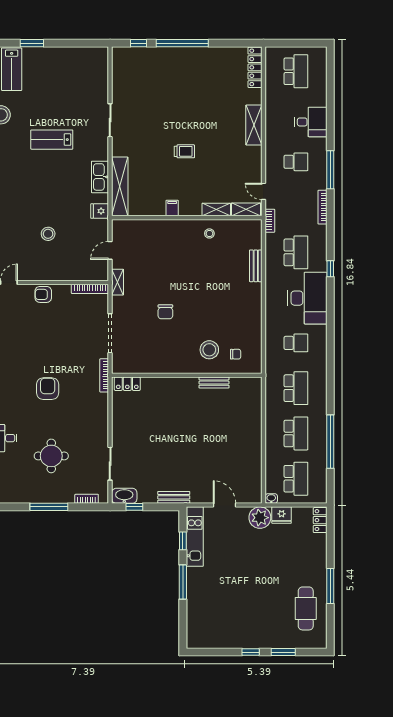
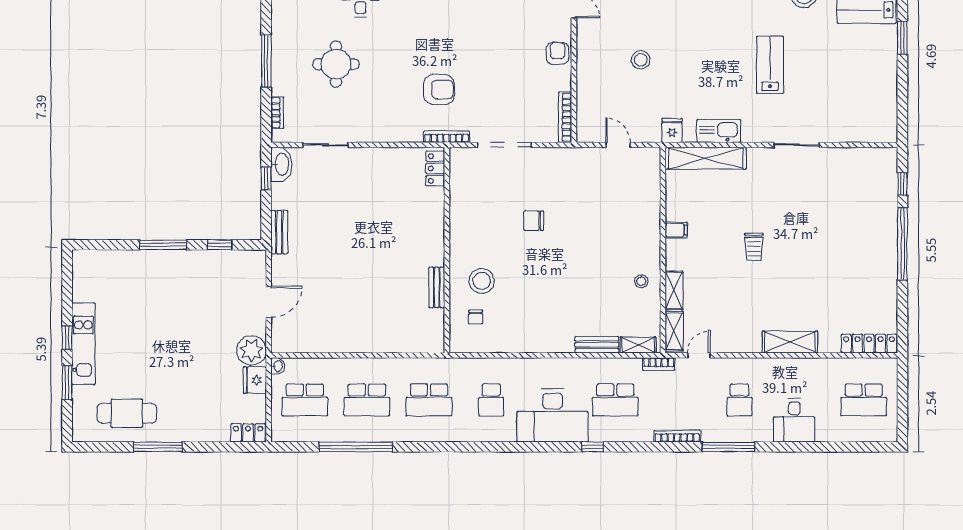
shelving: (118, 282) -> (638, 345), moved
armchair: (48, 389) -> (439, 89), moved
kitchen unit: (195, 537) -> (83, 344), moved, turned -90

